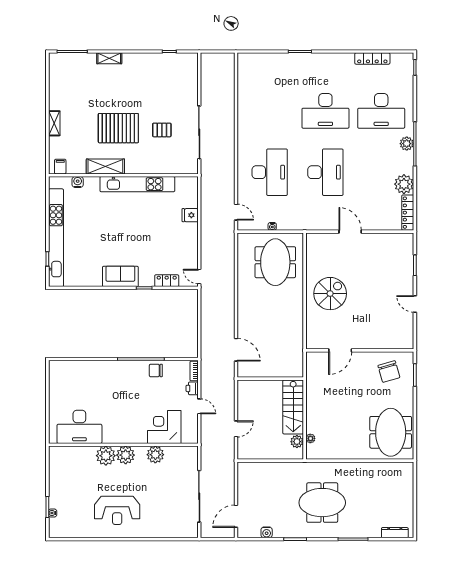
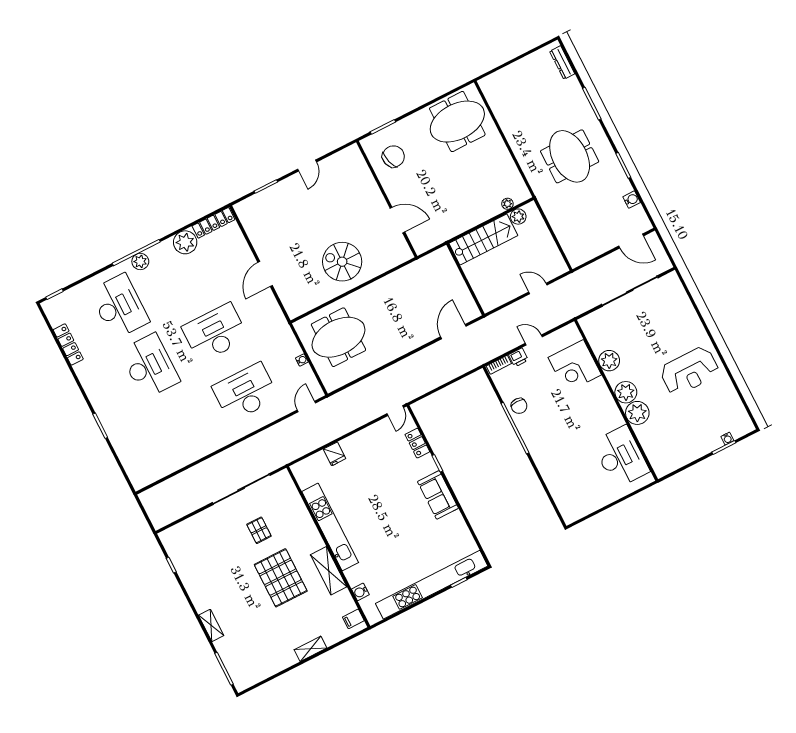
door: (199, 406) -> (534, 340), hinge flipped
reception desk: (117, 510) -> (689, 371), turned 90

